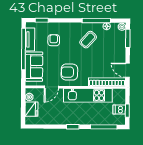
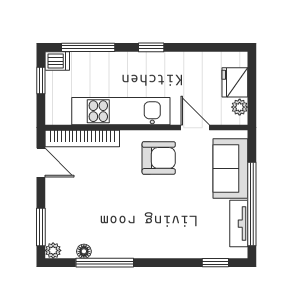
armchair: (54, 40) -> (191, 222), removed
coffee table: (88, 40) -> (121, 224), removed
door: (51, 87) -> (195, 128), hinge flipped
dishwasher: (119, 110) -> (57, 61), moved

